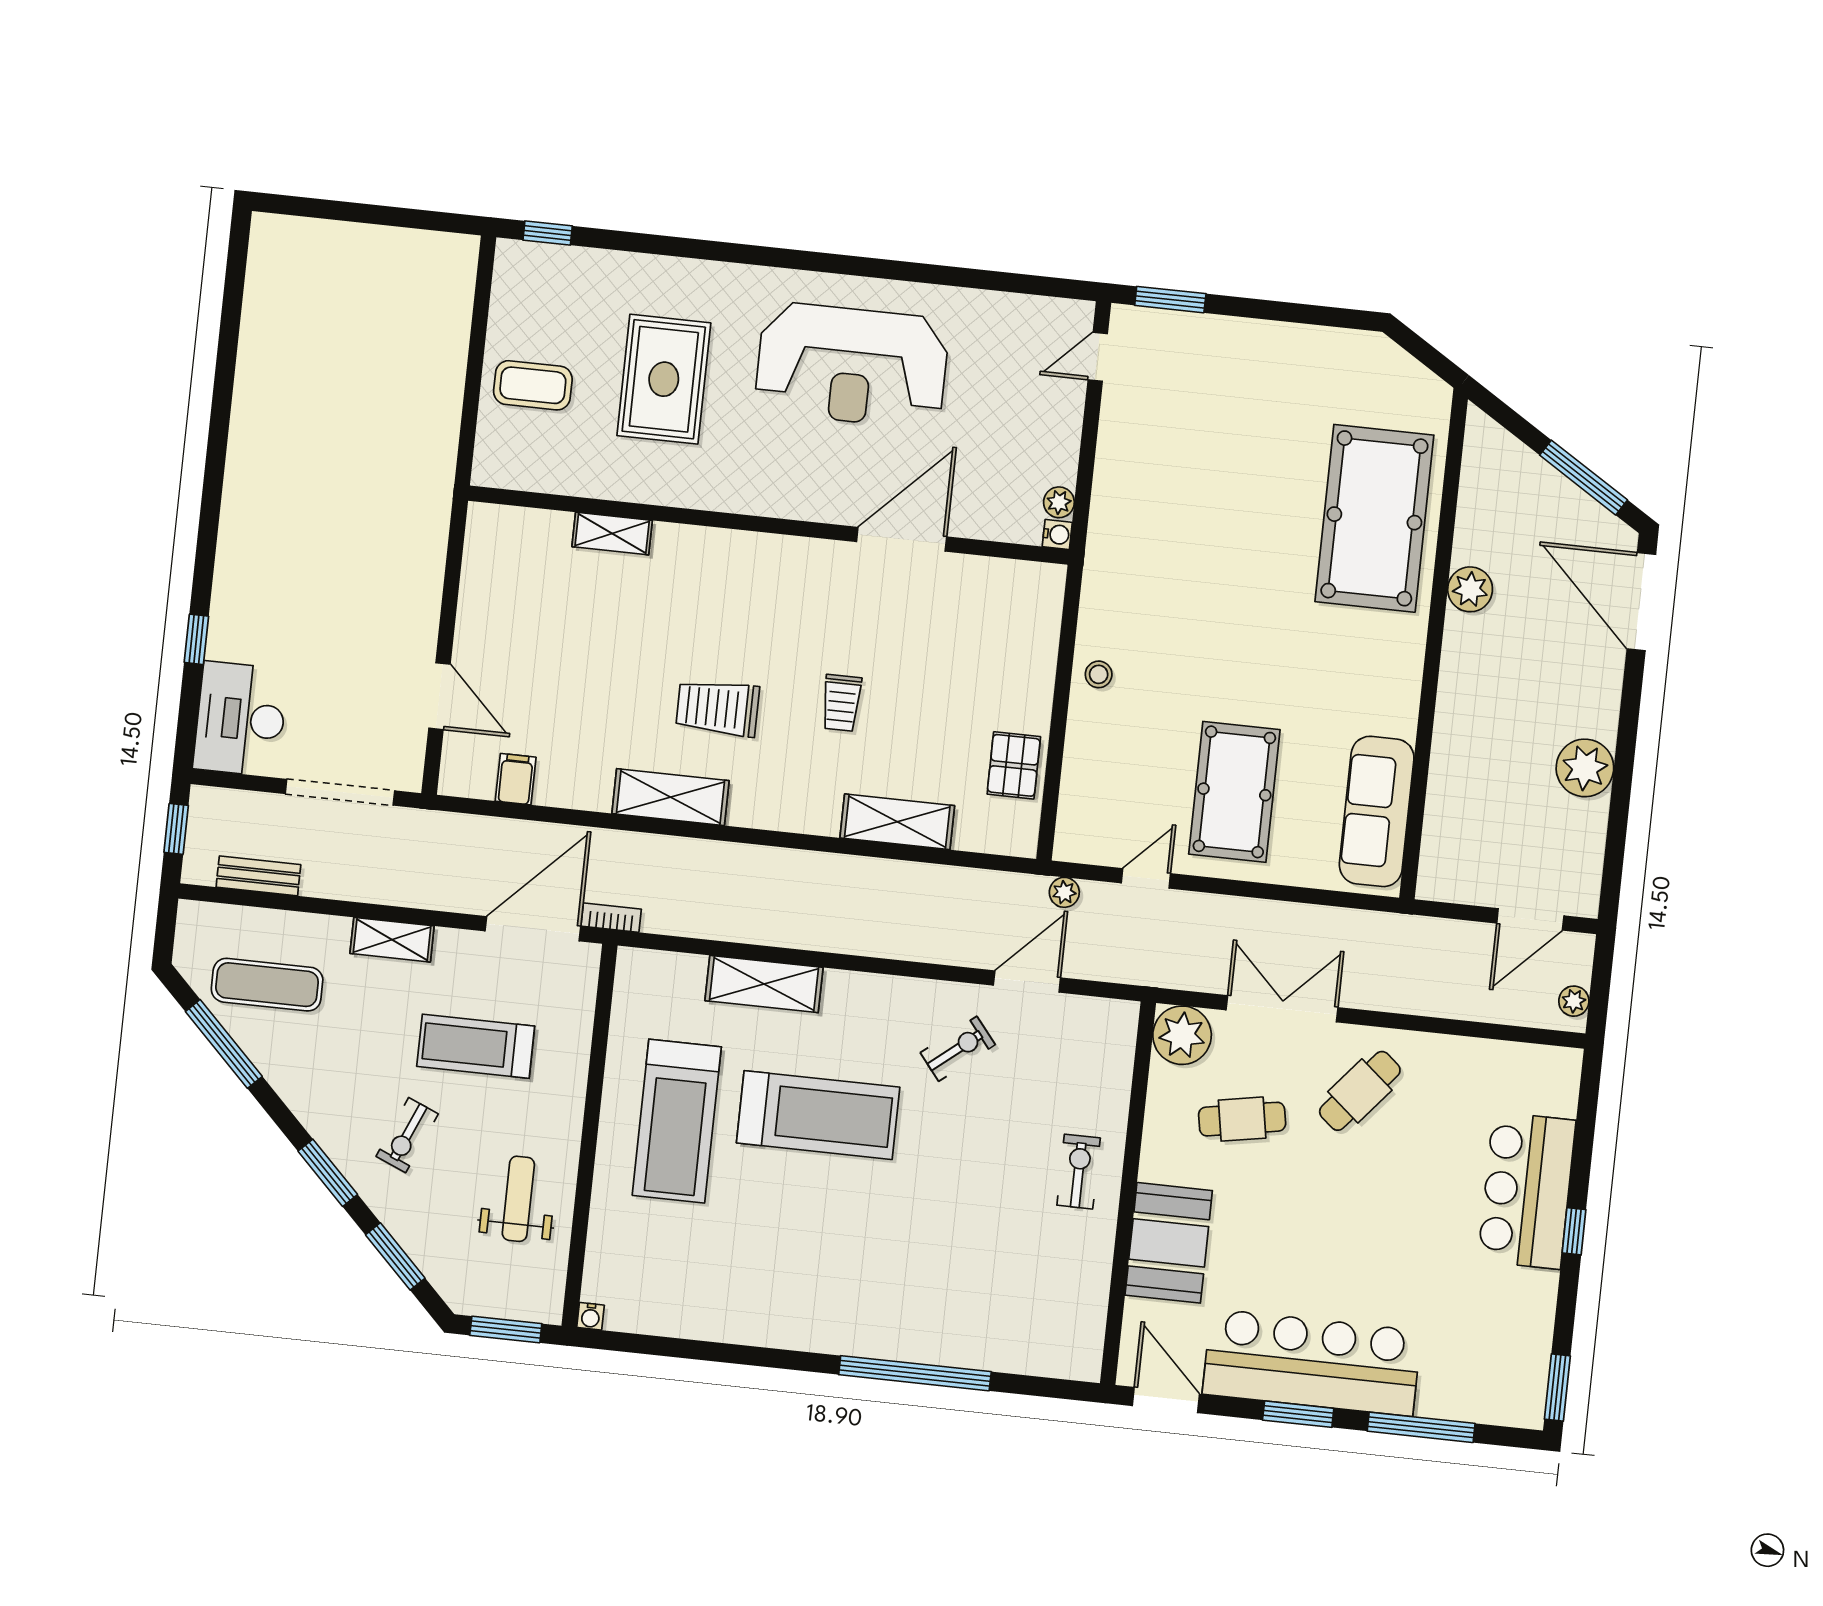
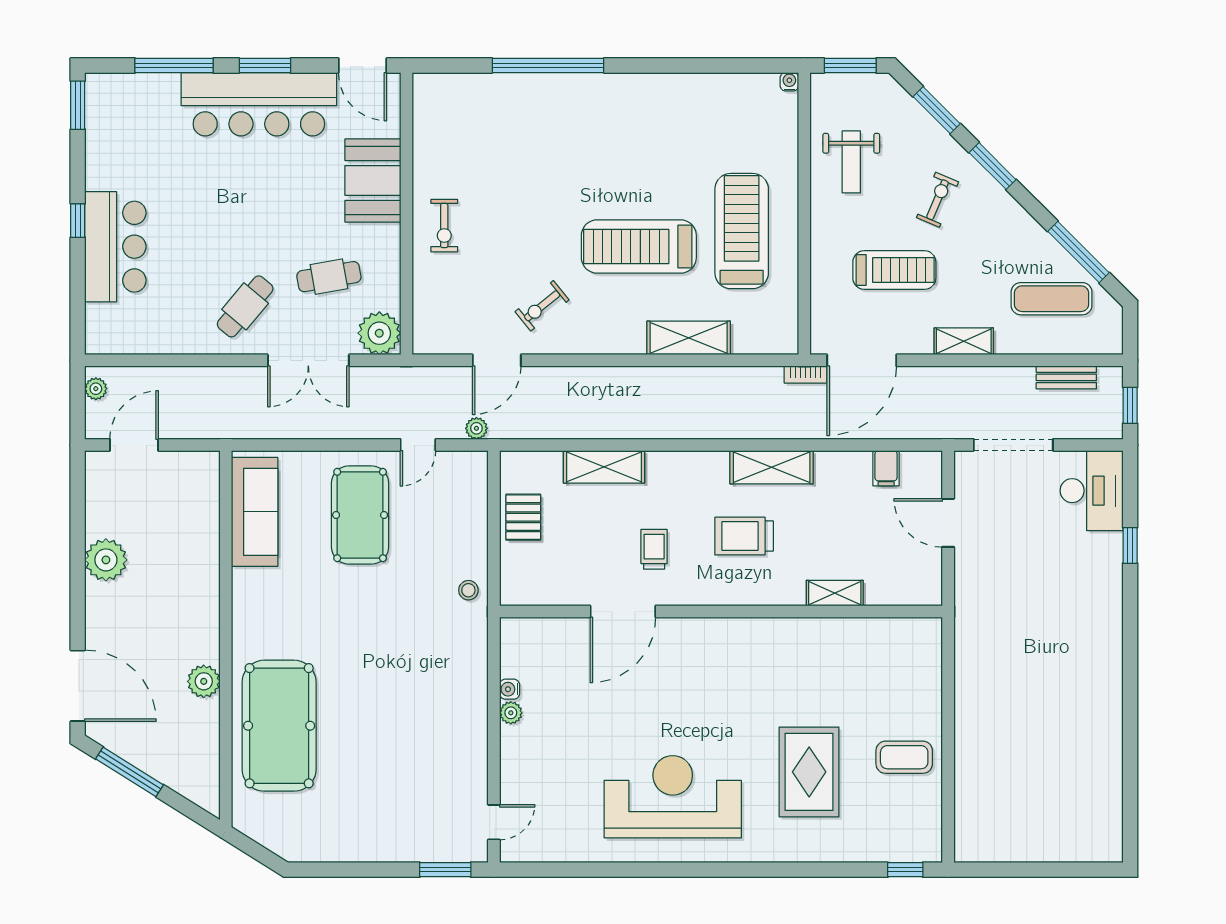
wall: (769, 525) -> (721, 611), moved
shelving: (612, 534) -> (835, 593), moved
door: (902, 539) -> (623, 611), moved
trolley: (718, 708) -> (744, 536), turned 180

